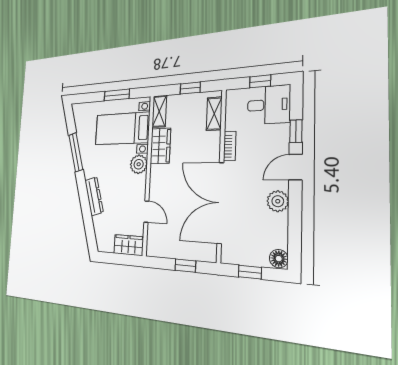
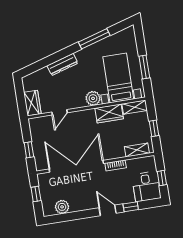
plant: (278, 201) -> (62, 207), moved
floor lamp: (279, 259) -> (49, 210), removed

